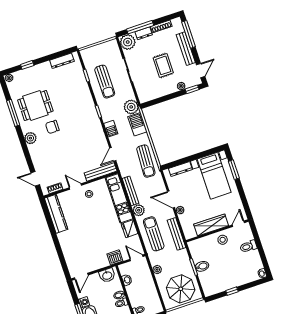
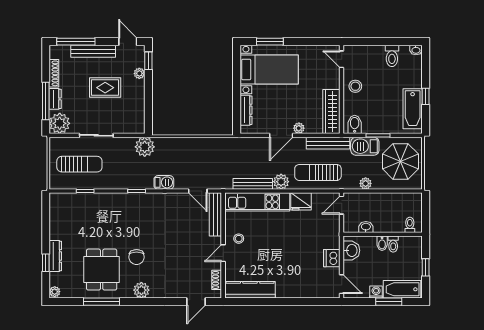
dresser: (62, 61) -> (55, 256), moved
sun lounger: (105, 82) -> (79, 164), moved
barbecue: (137, 124) -> (365, 146), moved
sun lounger: (146, 161) -> (221, 151), removed
wardrobe: (211, 225) -> (331, 112), moved
toilet: (248, 246) -> (392, 56), moved
dishwasher: (115, 257) -> (332, 258), moved
bidet: (202, 266) -> (355, 124), moved
bathtub: (220, 285) -> (413, 109), added

